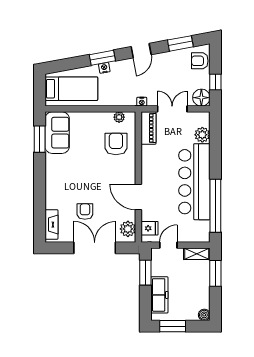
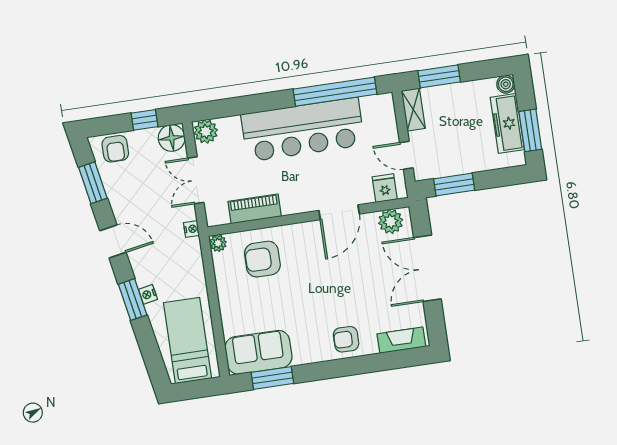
plant: (119, 117) -> (218, 243), moved
piano: (149, 128) -> (255, 209), moved
plant: (202, 135) -> (206, 132), moved
armchair: (85, 212) -> (346, 339), moved
freezer: (159, 295) -> (507, 123), moved, turned -90

